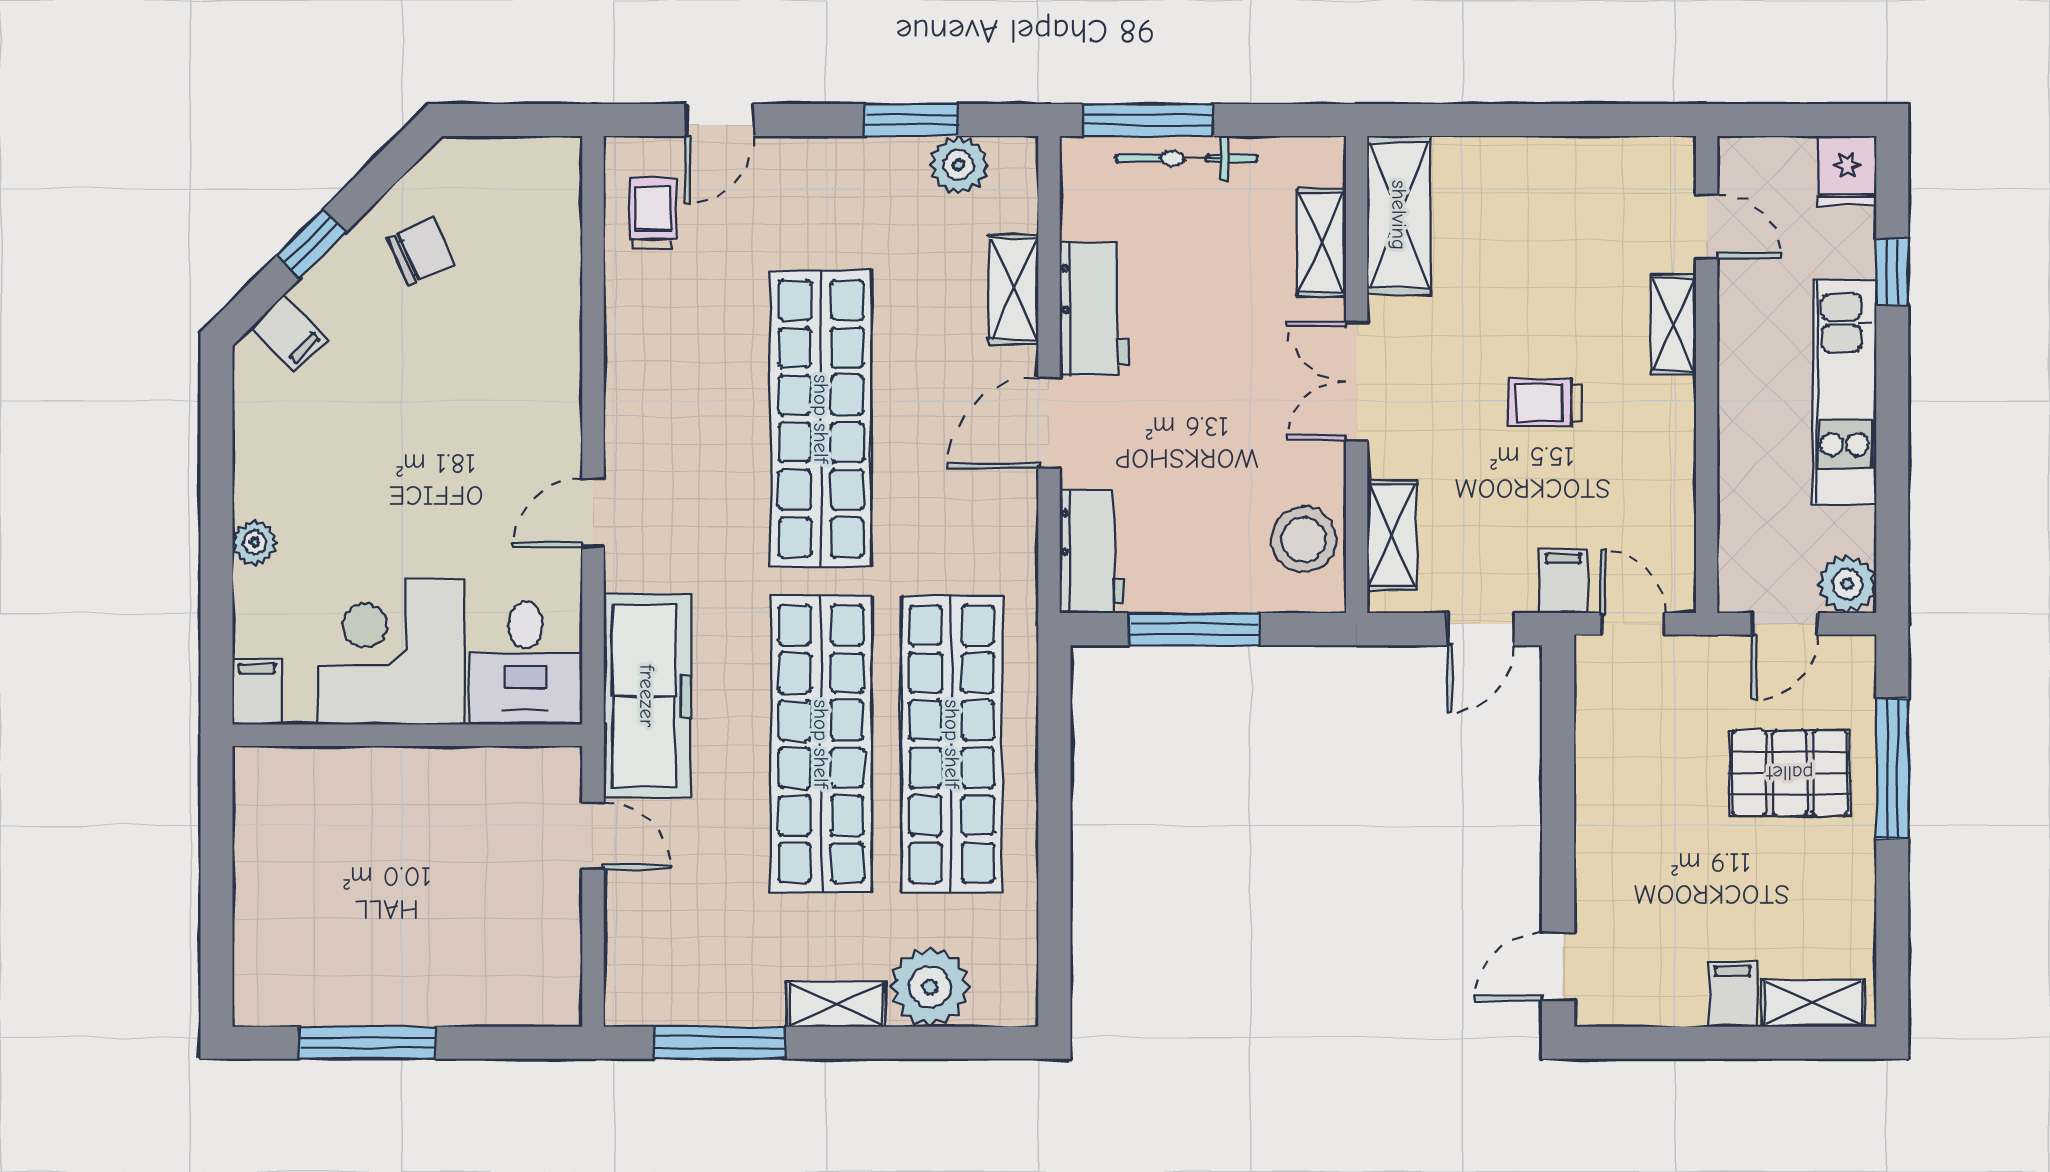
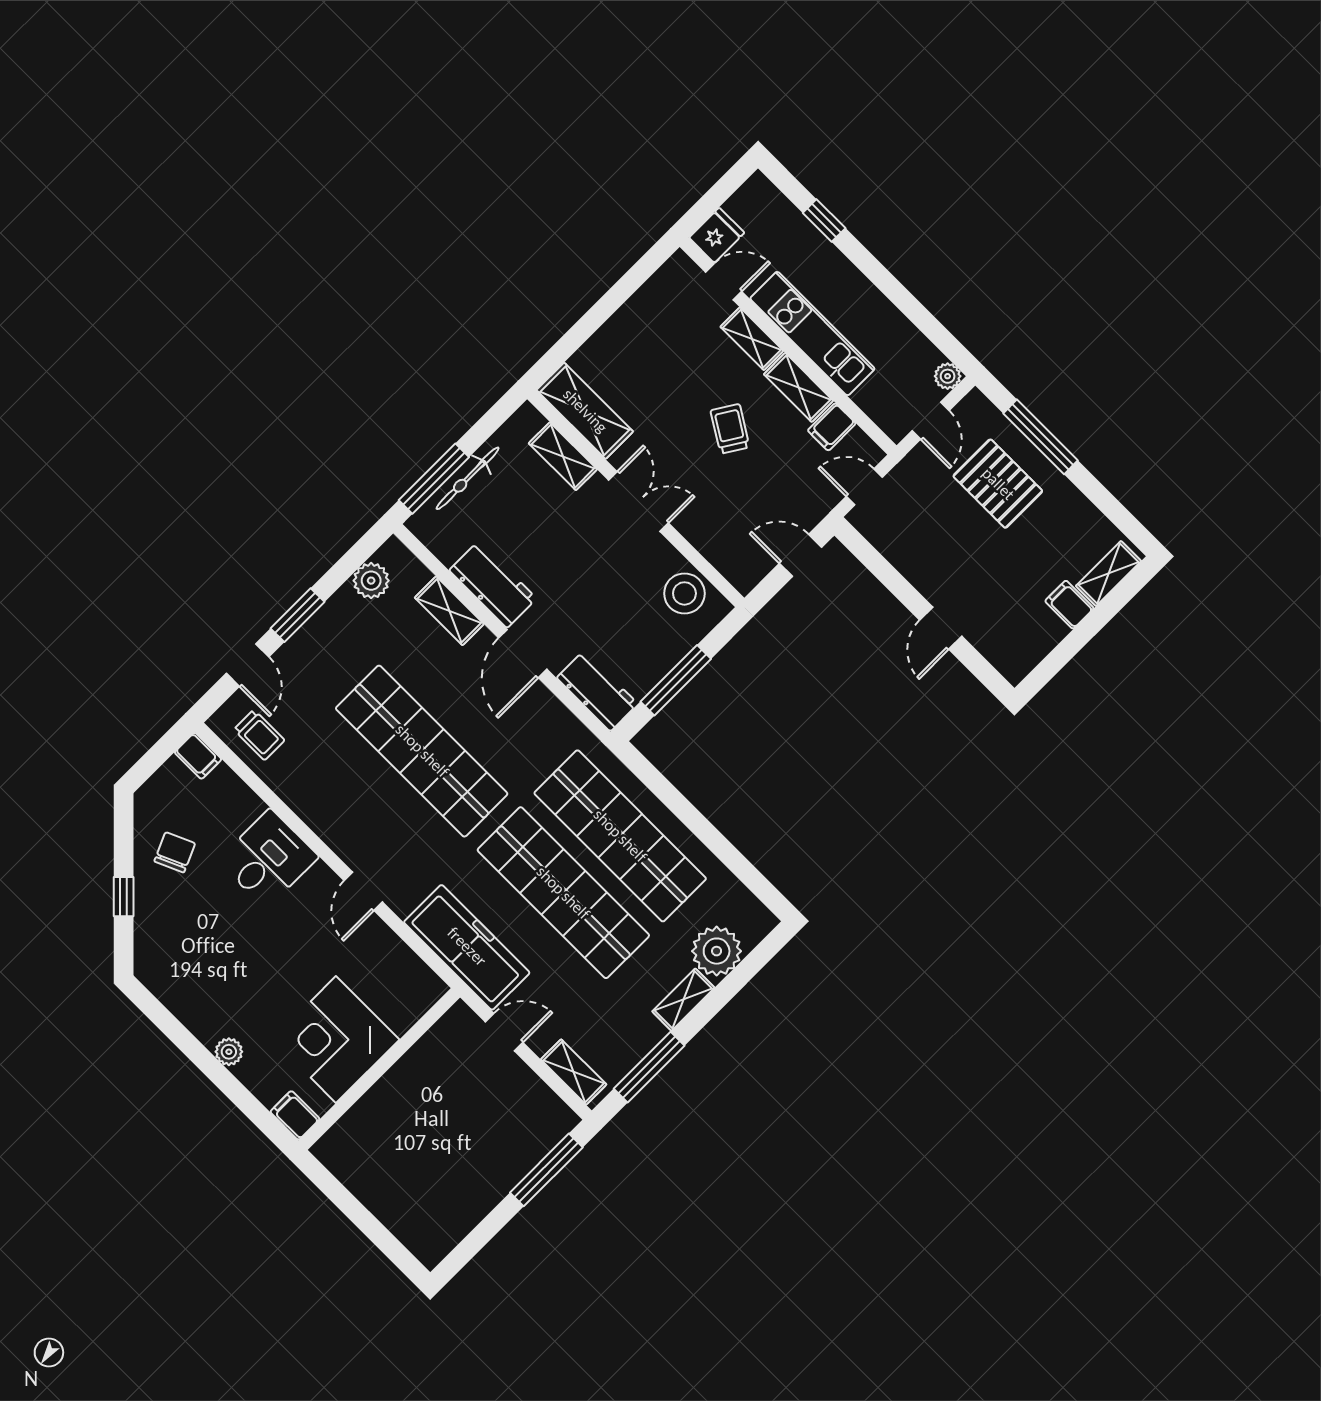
window: (911, 120) -> (297, 615), moved
fridge: (1847, 171) -> (717, 235), moved, turned -90
trolley: (653, 214) -> (259, 735), turned 180
filing cabinet: (289, 333) -> (198, 756), moved, turned 45
double door: (1357, 381) -> (639, 501), swing flipped
kitchen unit: (1845, 393) -> (812, 334), moved, turned 180
trolley: (1545, 403) -> (730, 429), turned 122
shelving: (1392, 535) -> (799, 387), moved
filing cabinet: (1563, 581) -> (832, 427), moved, turned -90
plant: (1847, 584) -> (948, 376), width x0.73, depth x0.73
door: (1481, 629) -> (801, 555), swing flipped
desk: (526, 663) -> (268, 859), moved, turned -90
pallet: (1790, 773) -> (998, 484), turned 90
shelving: (627, 962) -> (574, 1072), added
door: (1558, 967) -> (941, 628), moved
window: (367, 1043) -> (546, 1170), moved

